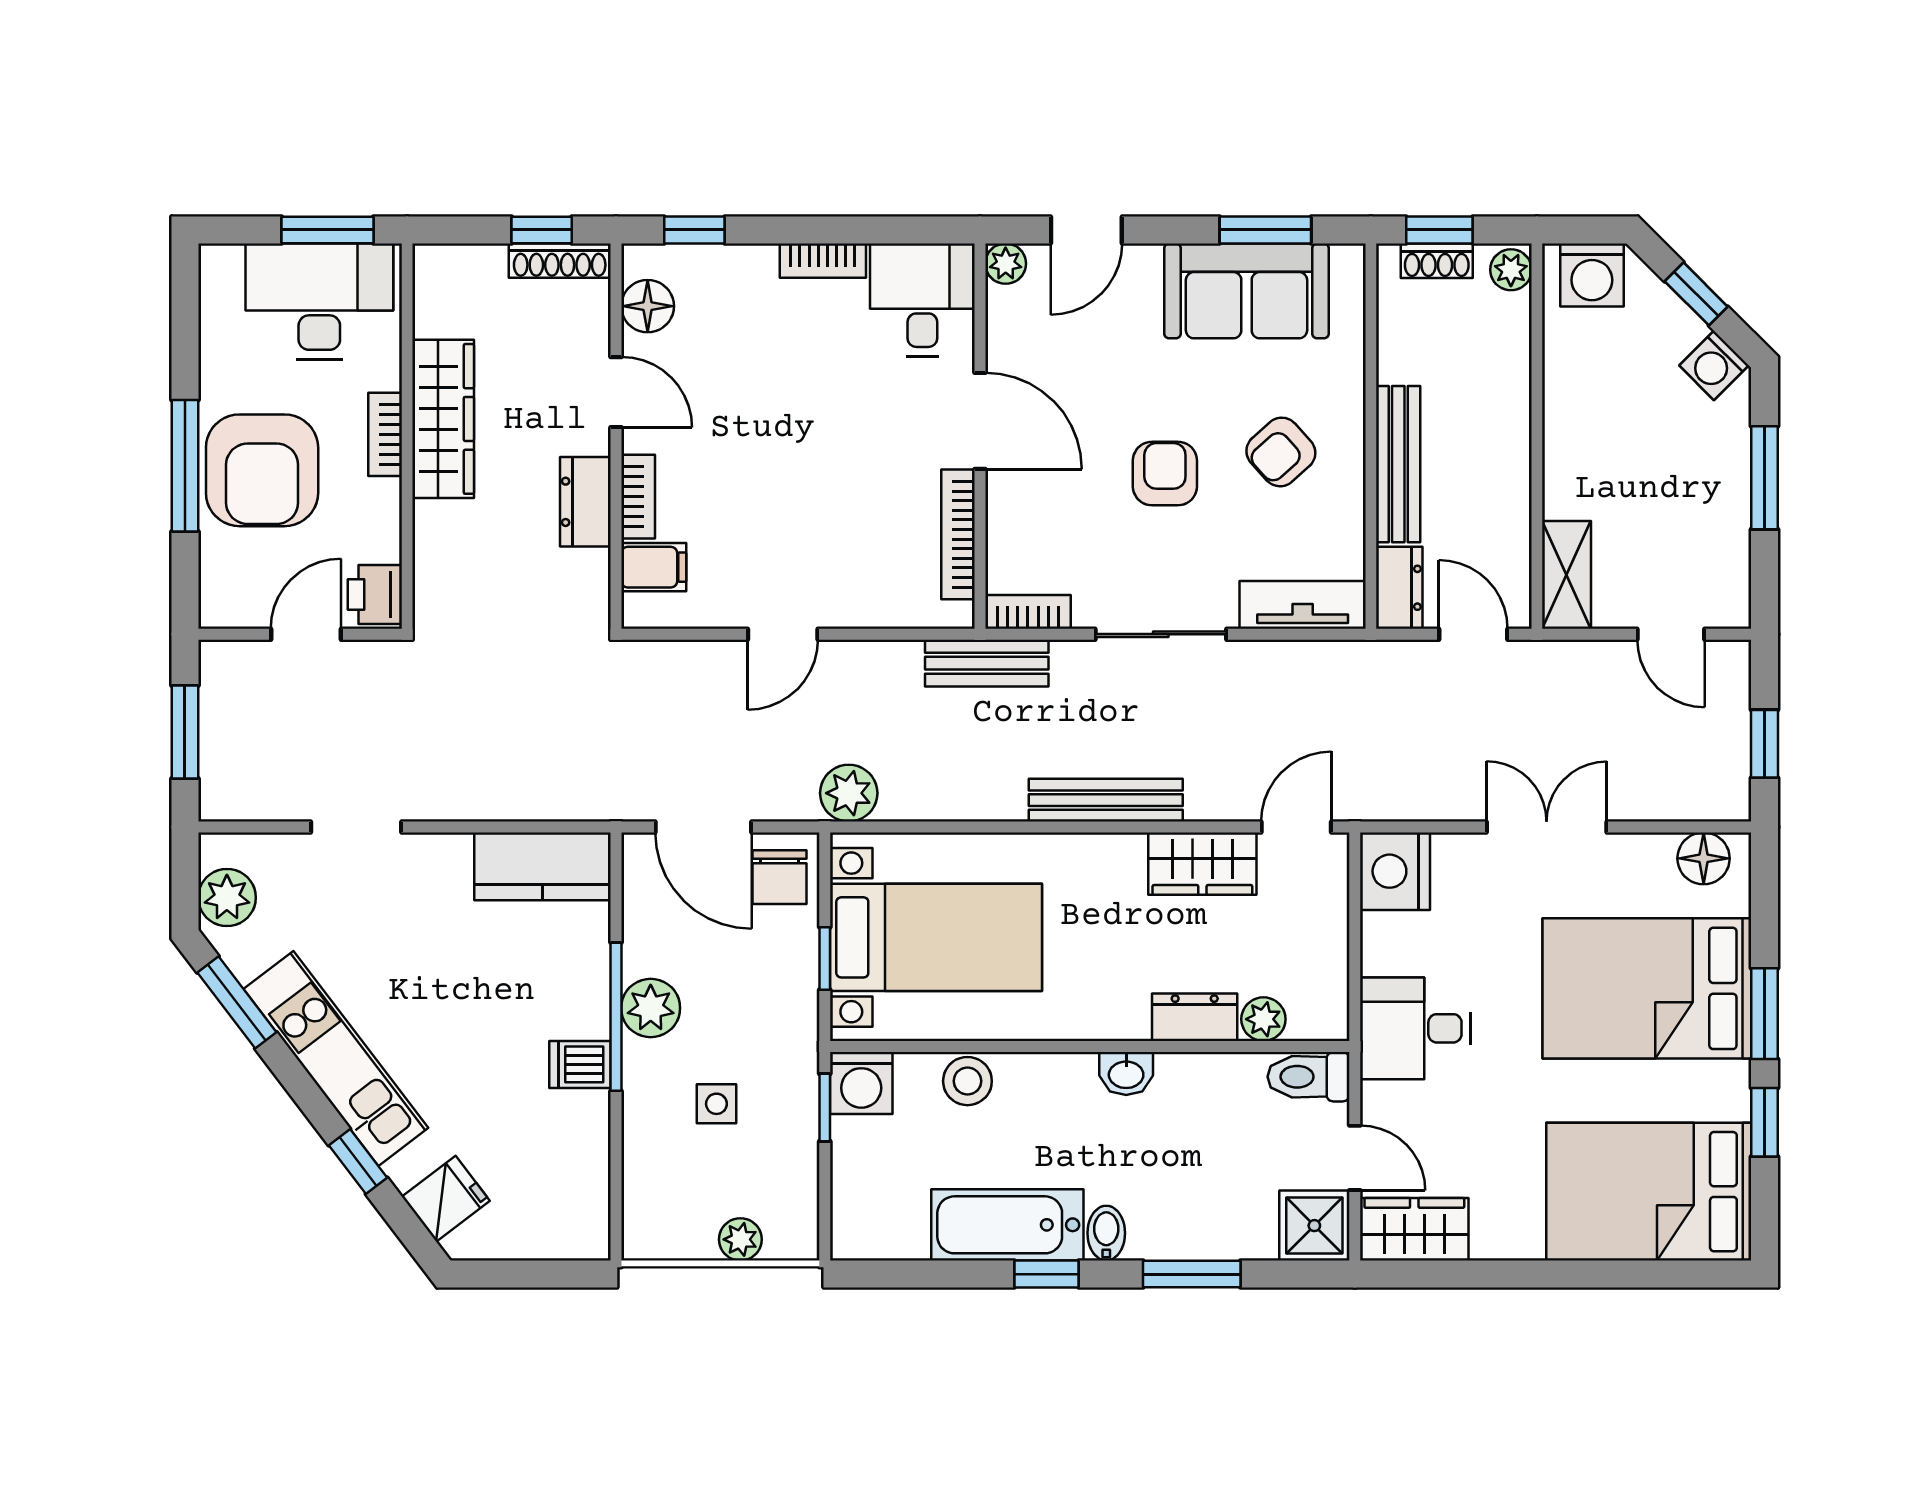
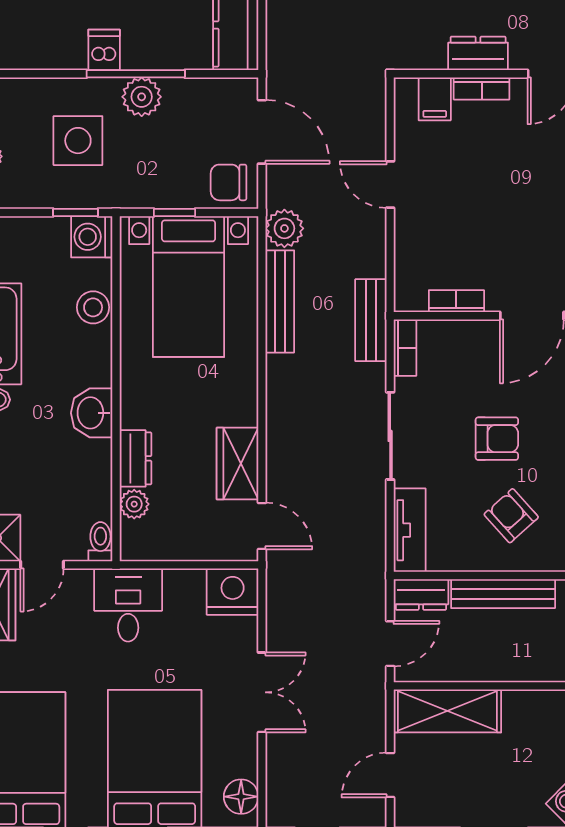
bookcase: (958, 534) -> (456, 301), width x0.64
shelving: (1566, 575) -> (447, 711), width x1.50, depth x1.33
bench: (1106, 800) -> (280, 301), moved
door: (703, 827) -> (262, 132), swing flipped
washbasin: (1126, 1073) -> (92, 413), width x1.38, depth x1.45
toilet: (1309, 1077) -> (100, 542), width x0.73, depth x0.72
side table: (716, 1104) -> (78, 141), width x1.87, depth x1.87

